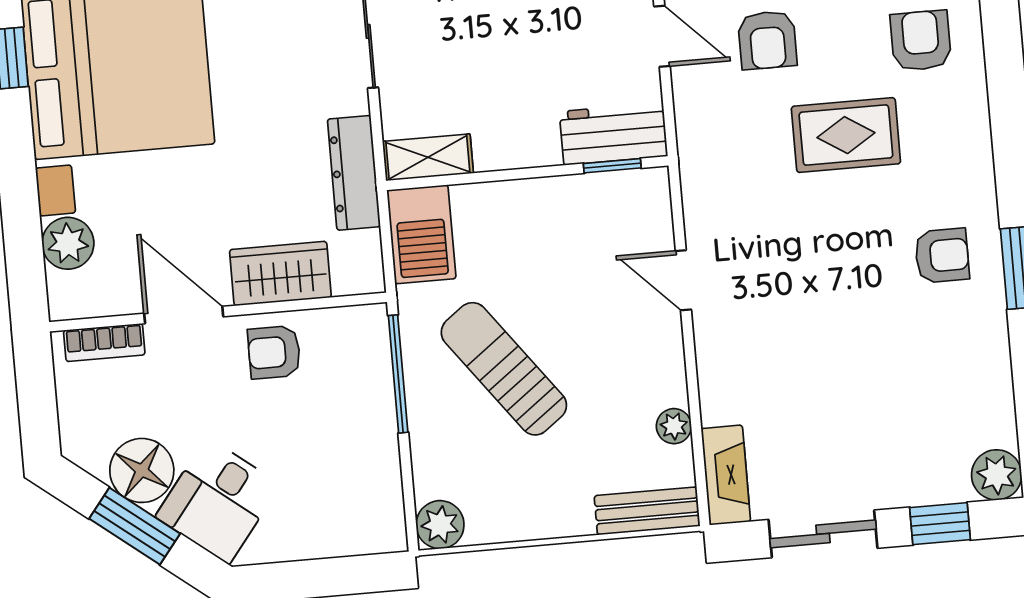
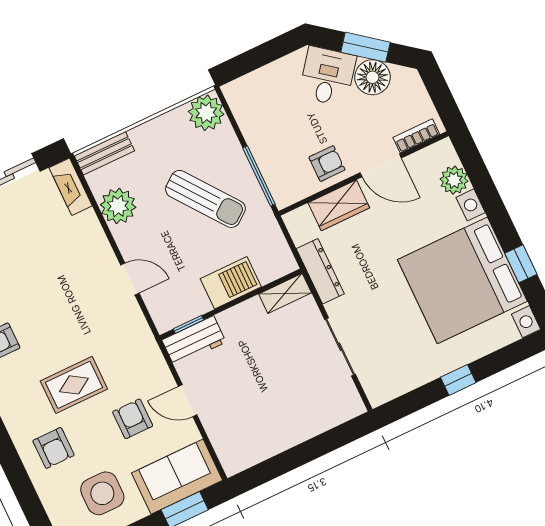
barbecue: (421, 234) -> (231, 283), moved, turned 90
plant: (674, 426) -> (118, 206), width x1.87, depth x1.87
plant: (440, 525) -> (206, 113), width x1.36, depth x1.36

